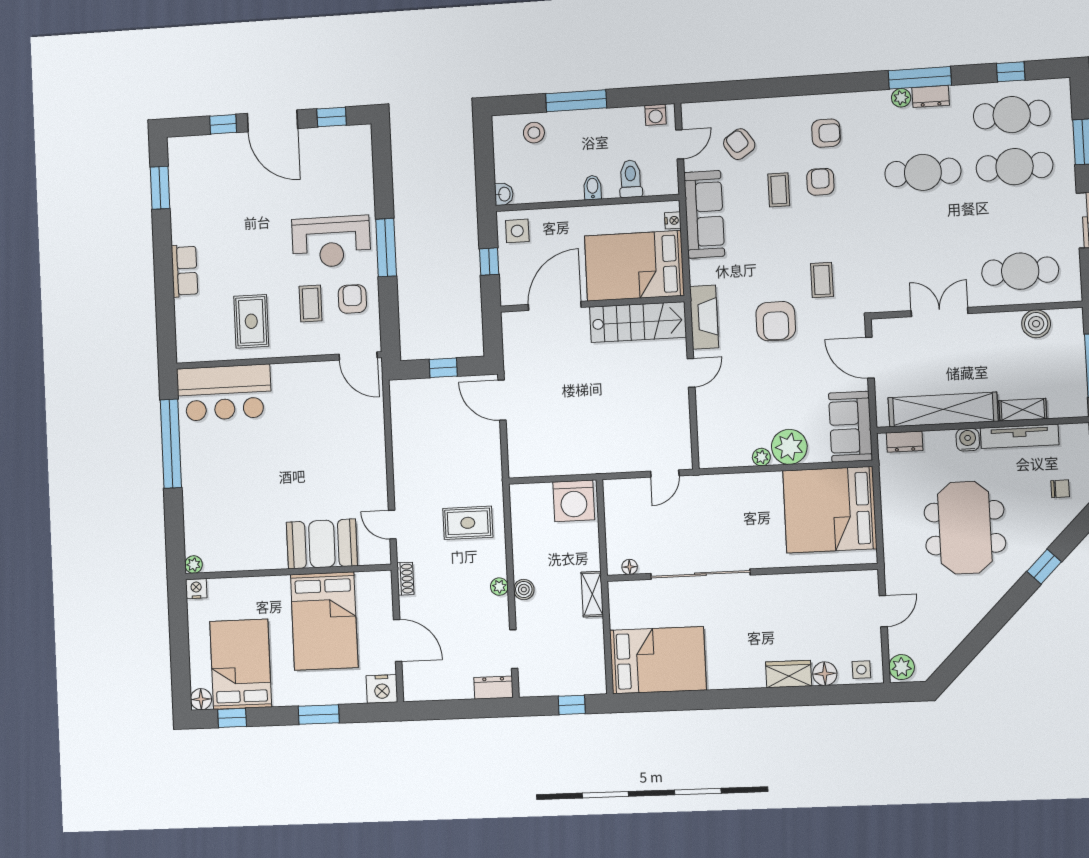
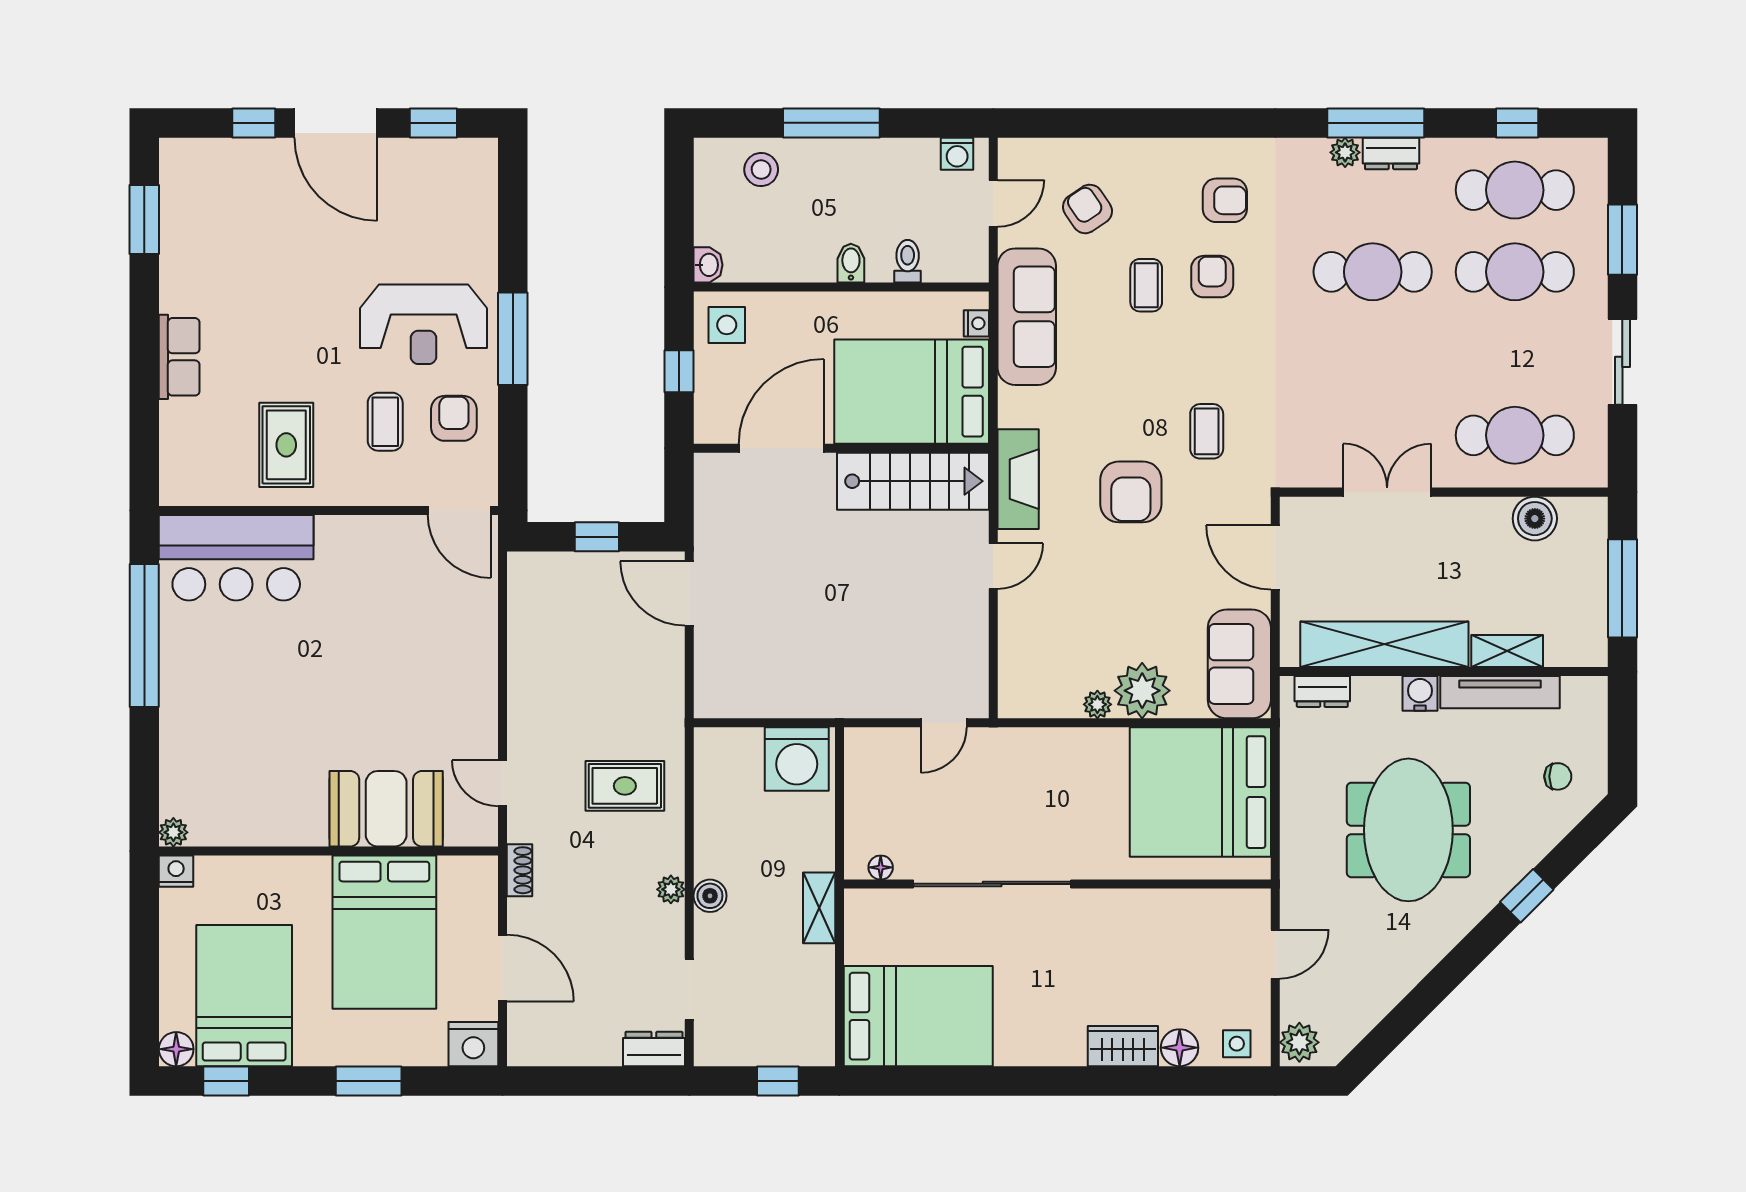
toilet: (631, 179) -> (908, 261), width x0.73, depth x0.72

